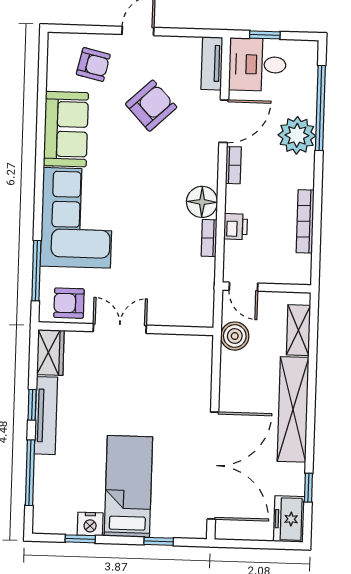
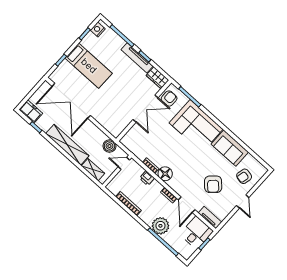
double door: (120, 328) -> (146, 109), width x1.37
nightstand: (90, 524) -> (98, 29), moved

